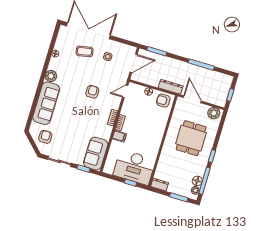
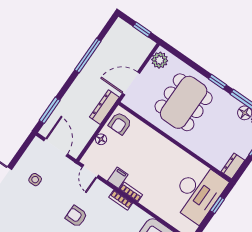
coffee table: (85, 51) -> (18, 209), removed
filing cabinet: (119, 136) -> (118, 178), moved
dining table: (191, 138) -> (184, 102), width x1.38

